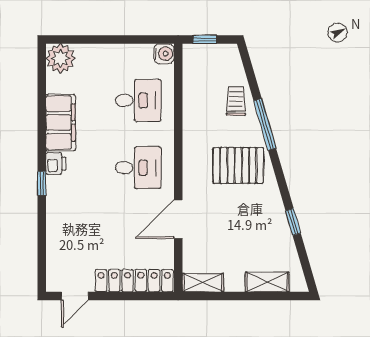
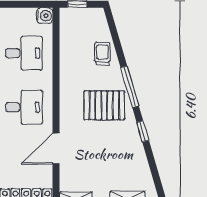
window: (265, 124) -> (130, 87), moved
window: (293, 222) -> (143, 131), moved

